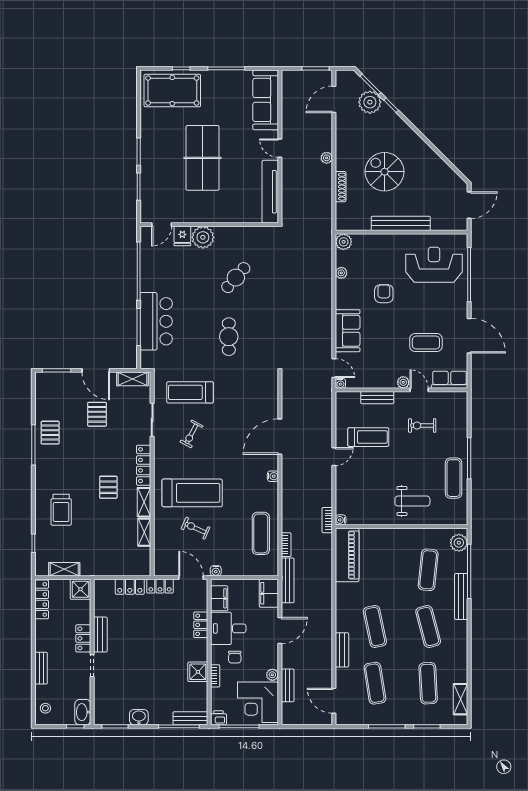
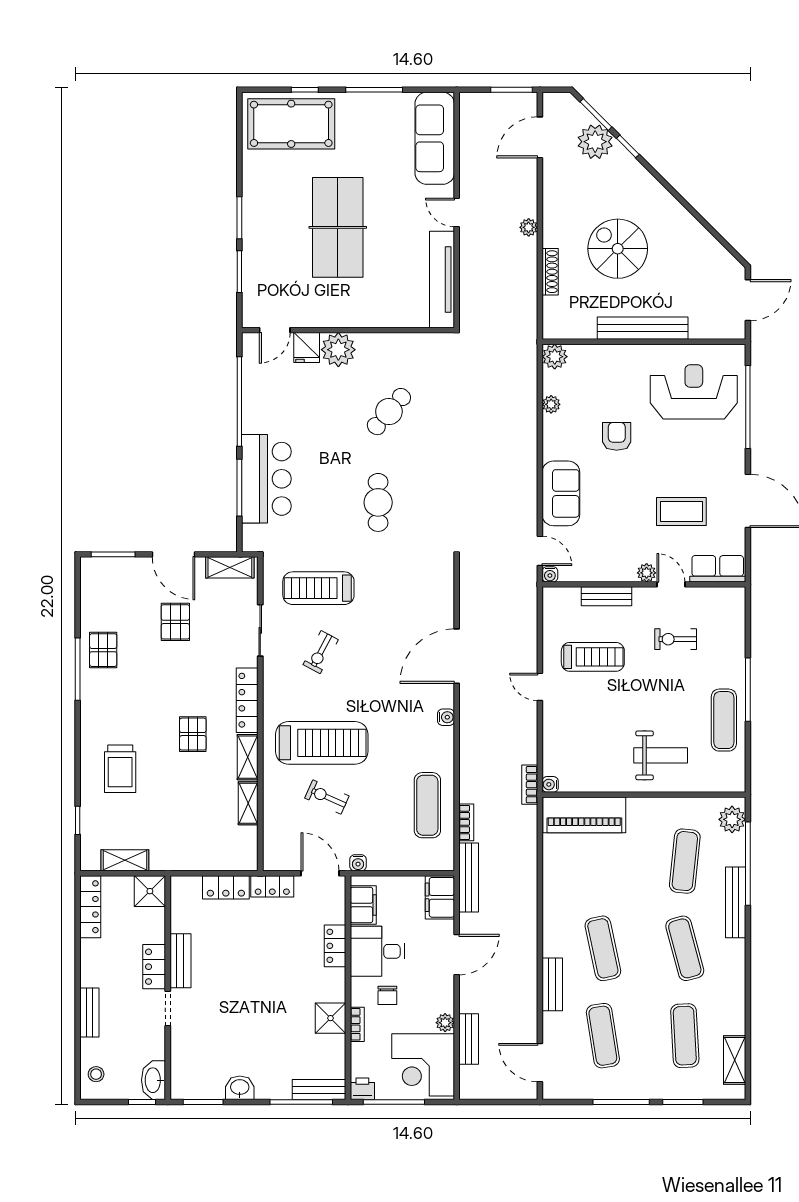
door: (334, 457) -> (540, 687), swing flipped
piano: (347, 555) -> (584, 815), moved, turned 90

